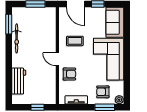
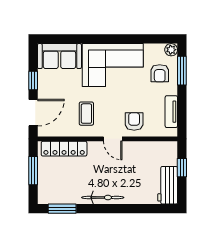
locker: (51, 25) -> (64, 149), added
bicycle: (17, 38) -> (103, 197), moved
door: (57, 59) -> (113, 139), hinge flipped
workbench: (19, 81) -> (168, 185), moved, turned -90

